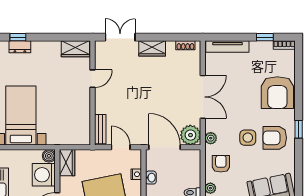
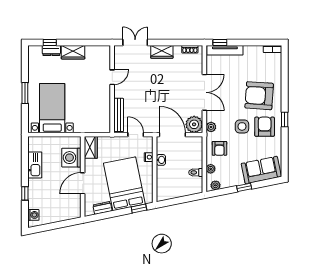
window: (265, 37) -> (220, 42), moved
wardrobe: (75, 49) -> (73, 52), moved
armchair: (277, 93) -> (259, 96), moved, turned 94
bench: (100, 129) -> (119, 115), width x1.36
armchair: (275, 138) -> (265, 127), turned 90
boiler: (49, 156) -> (76, 142), removed
armchair: (221, 164) -> (219, 148), turned 180

